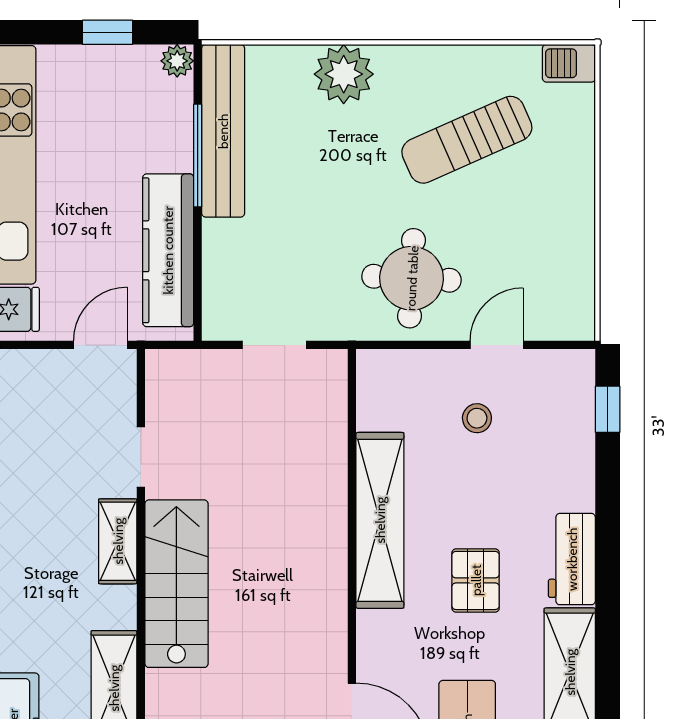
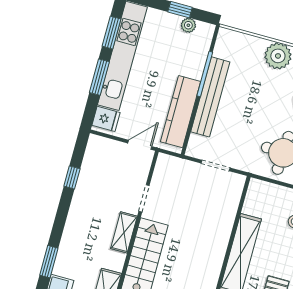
plant: (177, 61) -> (188, 25), moved
bench: (223, 131) -> (210, 97), moved

